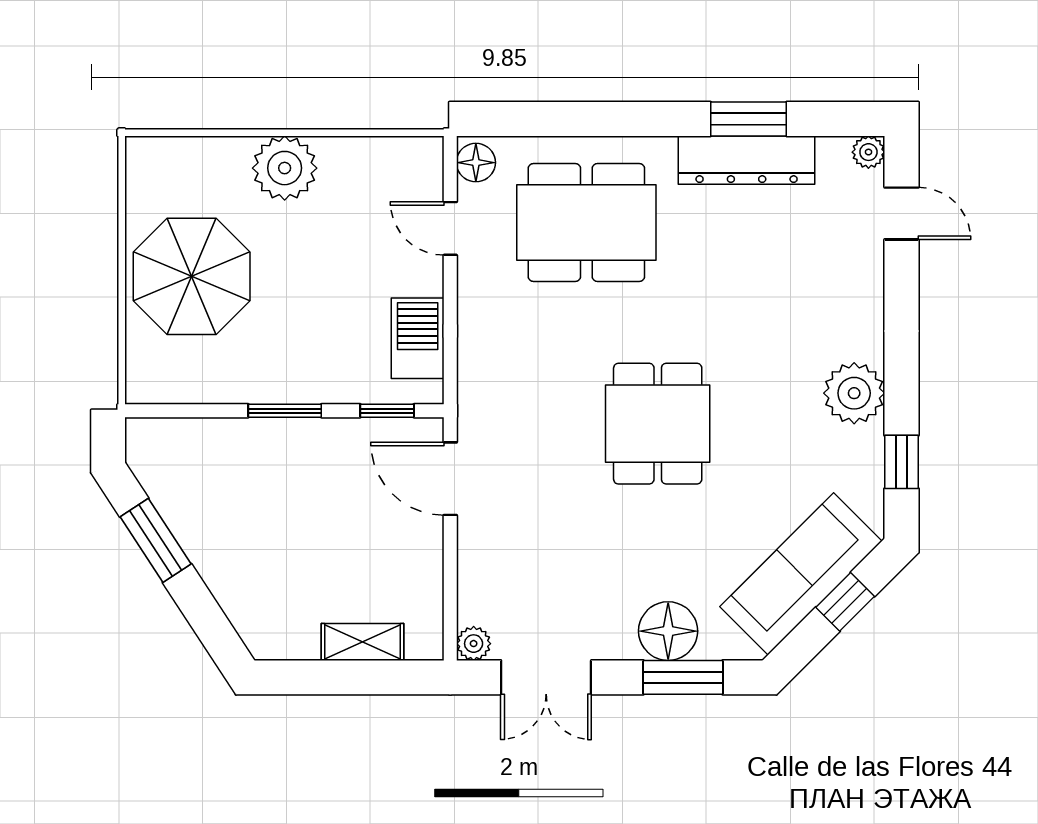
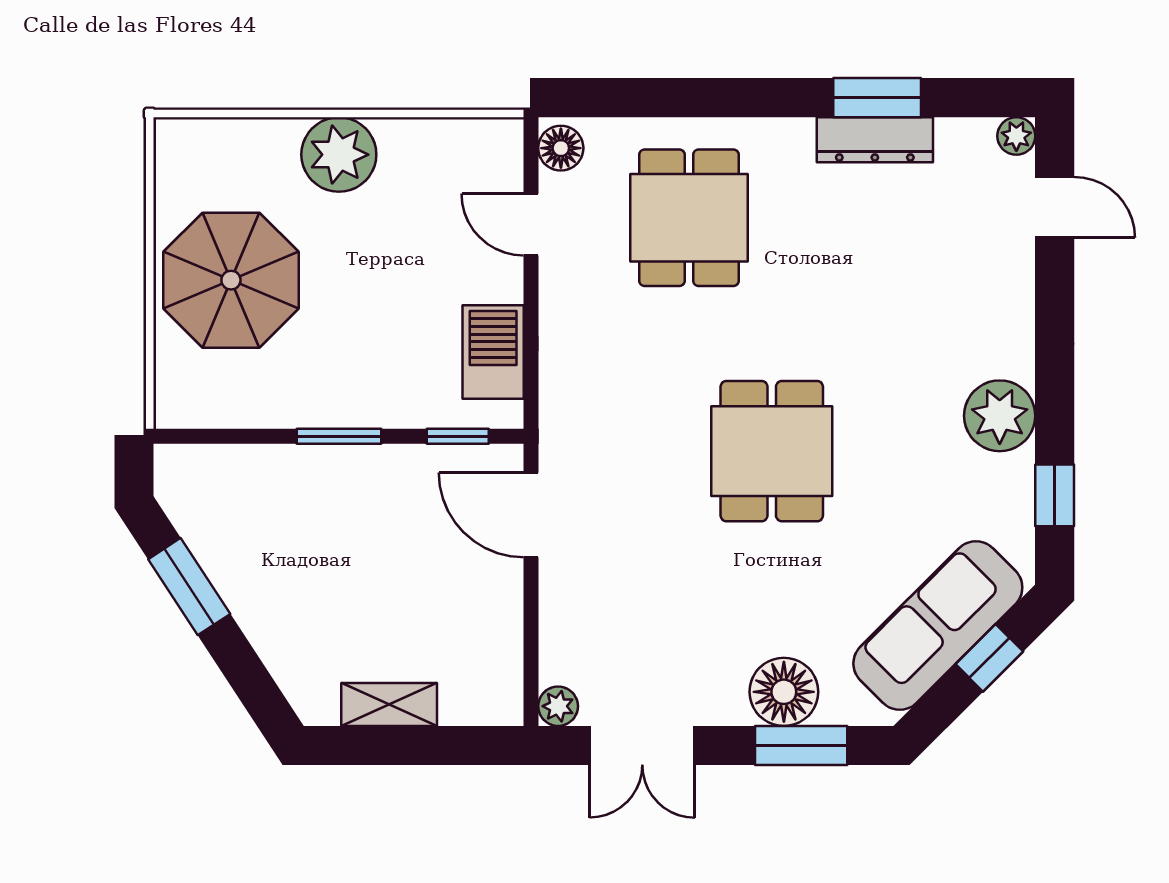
dresser: (747, 160) -> (875, 140), width x0.73, depth x0.80
dining table: (586, 223) -> (689, 218), width x0.73
shelving: (363, 642) -> (389, 705), moved

